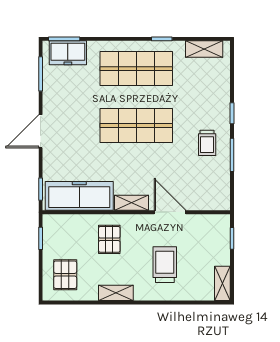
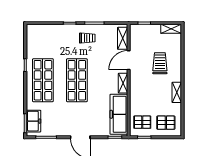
shelving: (204, 49) -> (123, 38), moved
pallet: (109, 239) -> (142, 122), moved
trolley: (165, 265) -> (160, 63), turned 90

